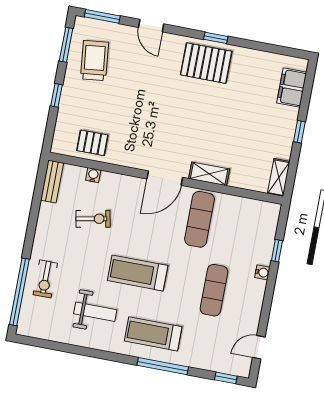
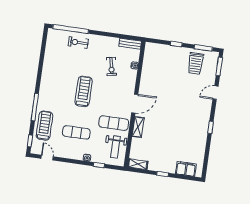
trolley: (95, 61) -> (196, 63), turned 96
pallet: (206, 63) -> (197, 123), removed
pallet: (92, 143) -> (152, 64), removed
door: (165, 178) -> (135, 104), swing flipped
weight bench: (95, 312) -> (115, 147), moved
treadmill: (153, 334) -> (45, 126), moved

